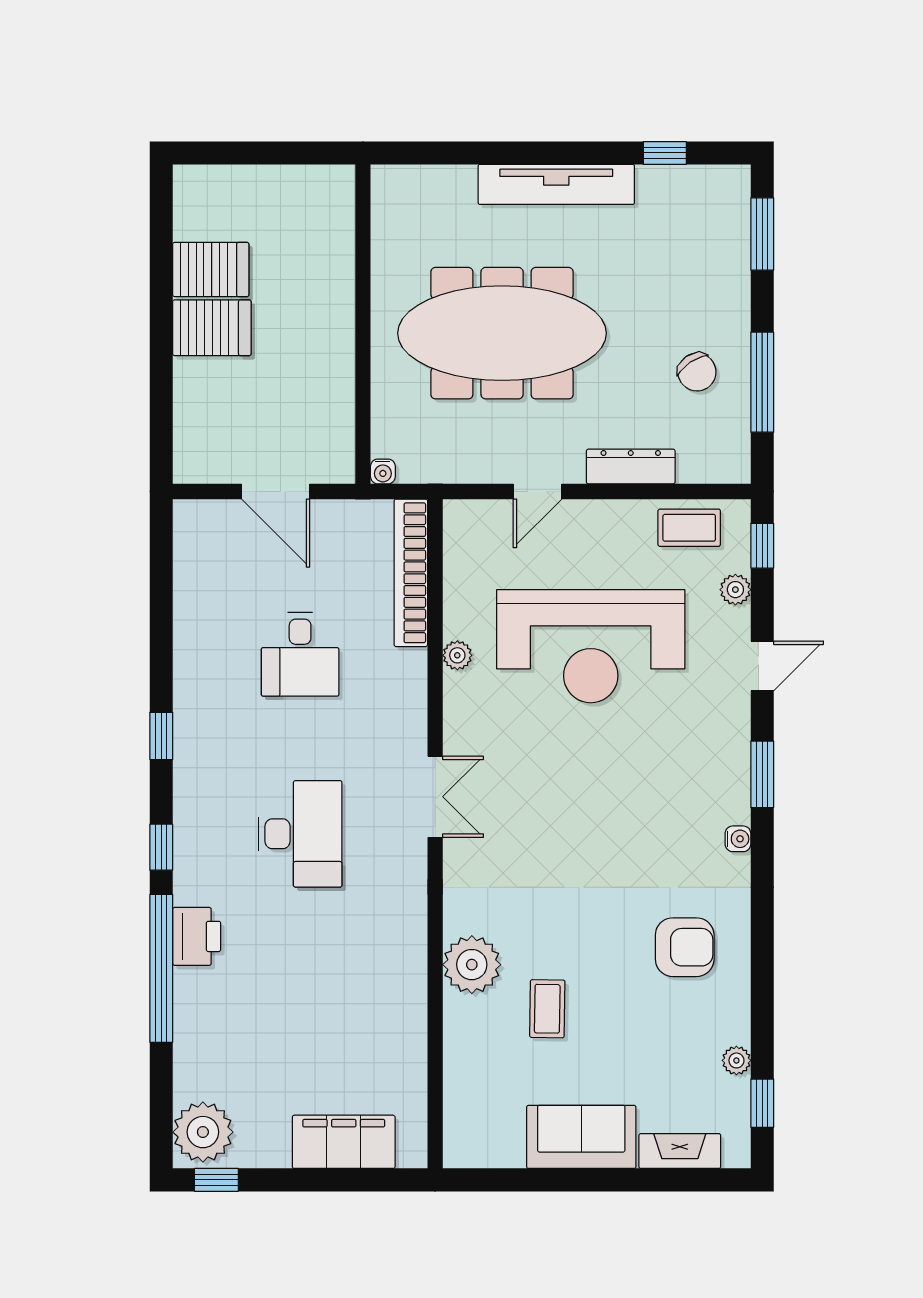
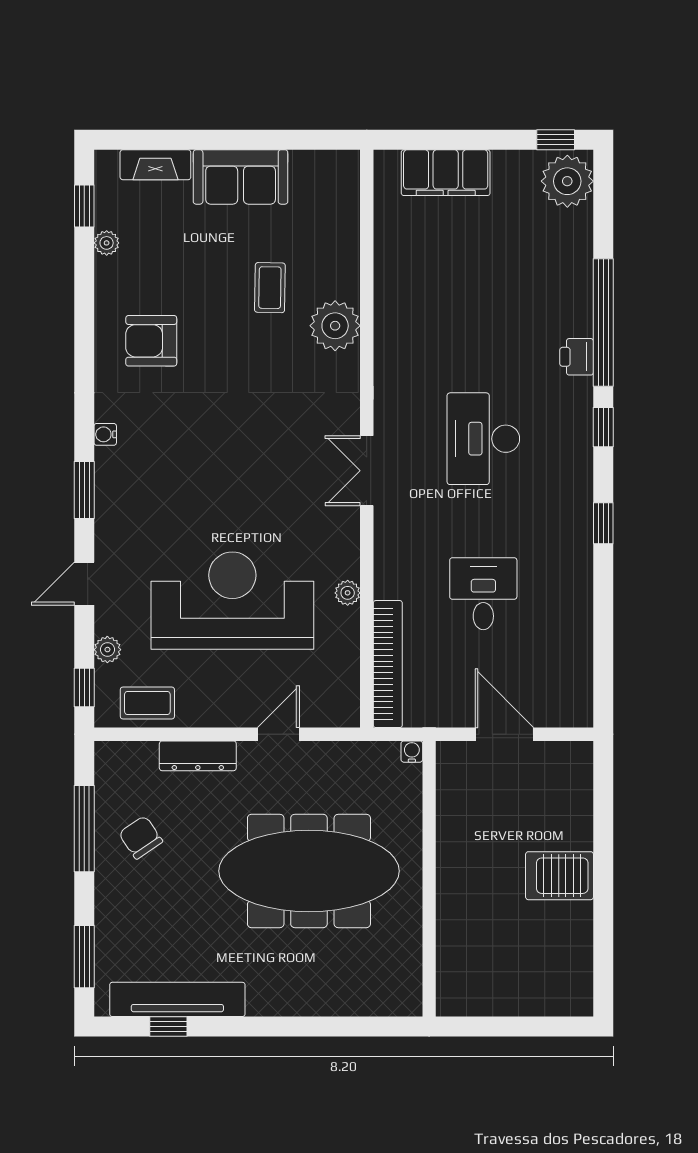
tv unit: (556, 184) -> (177, 999), moved
server rack: (211, 270) -> (560, 926), removed
printer: (197, 936) -> (577, 357), width x0.73, depth x0.81

